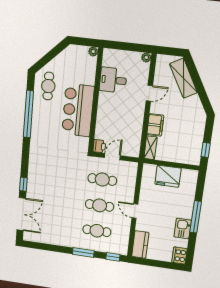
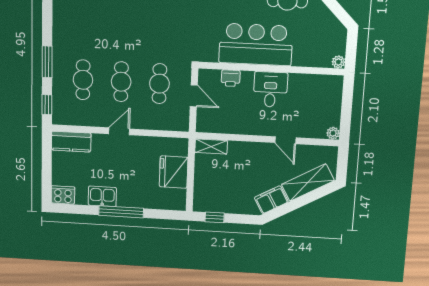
desk: (113, 80) -> (270, 89), moved
filing cabinet: (155, 125) -> (271, 200), moved, turned 150
printer: (99, 146) -> (231, 78), moved

